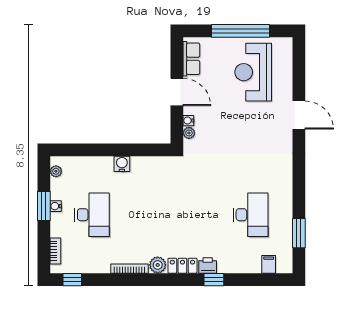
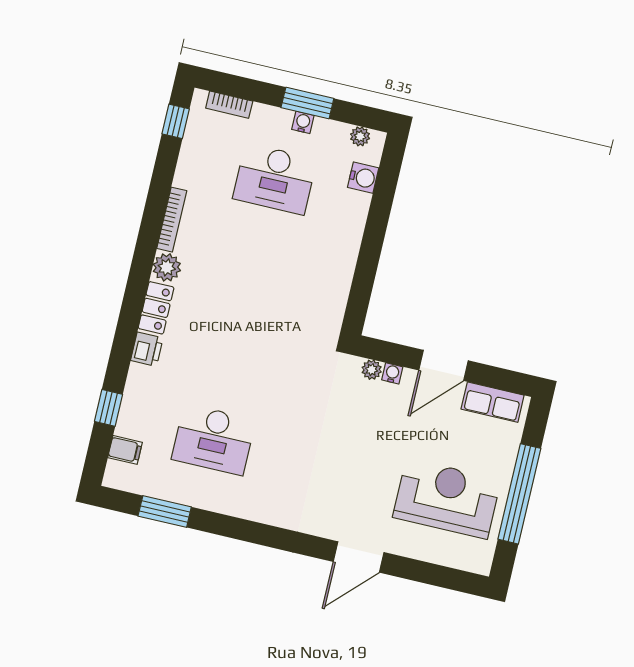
water cooler: (122, 164) -> (363, 178), moved
window: (214, 280) -> (108, 408), moved

